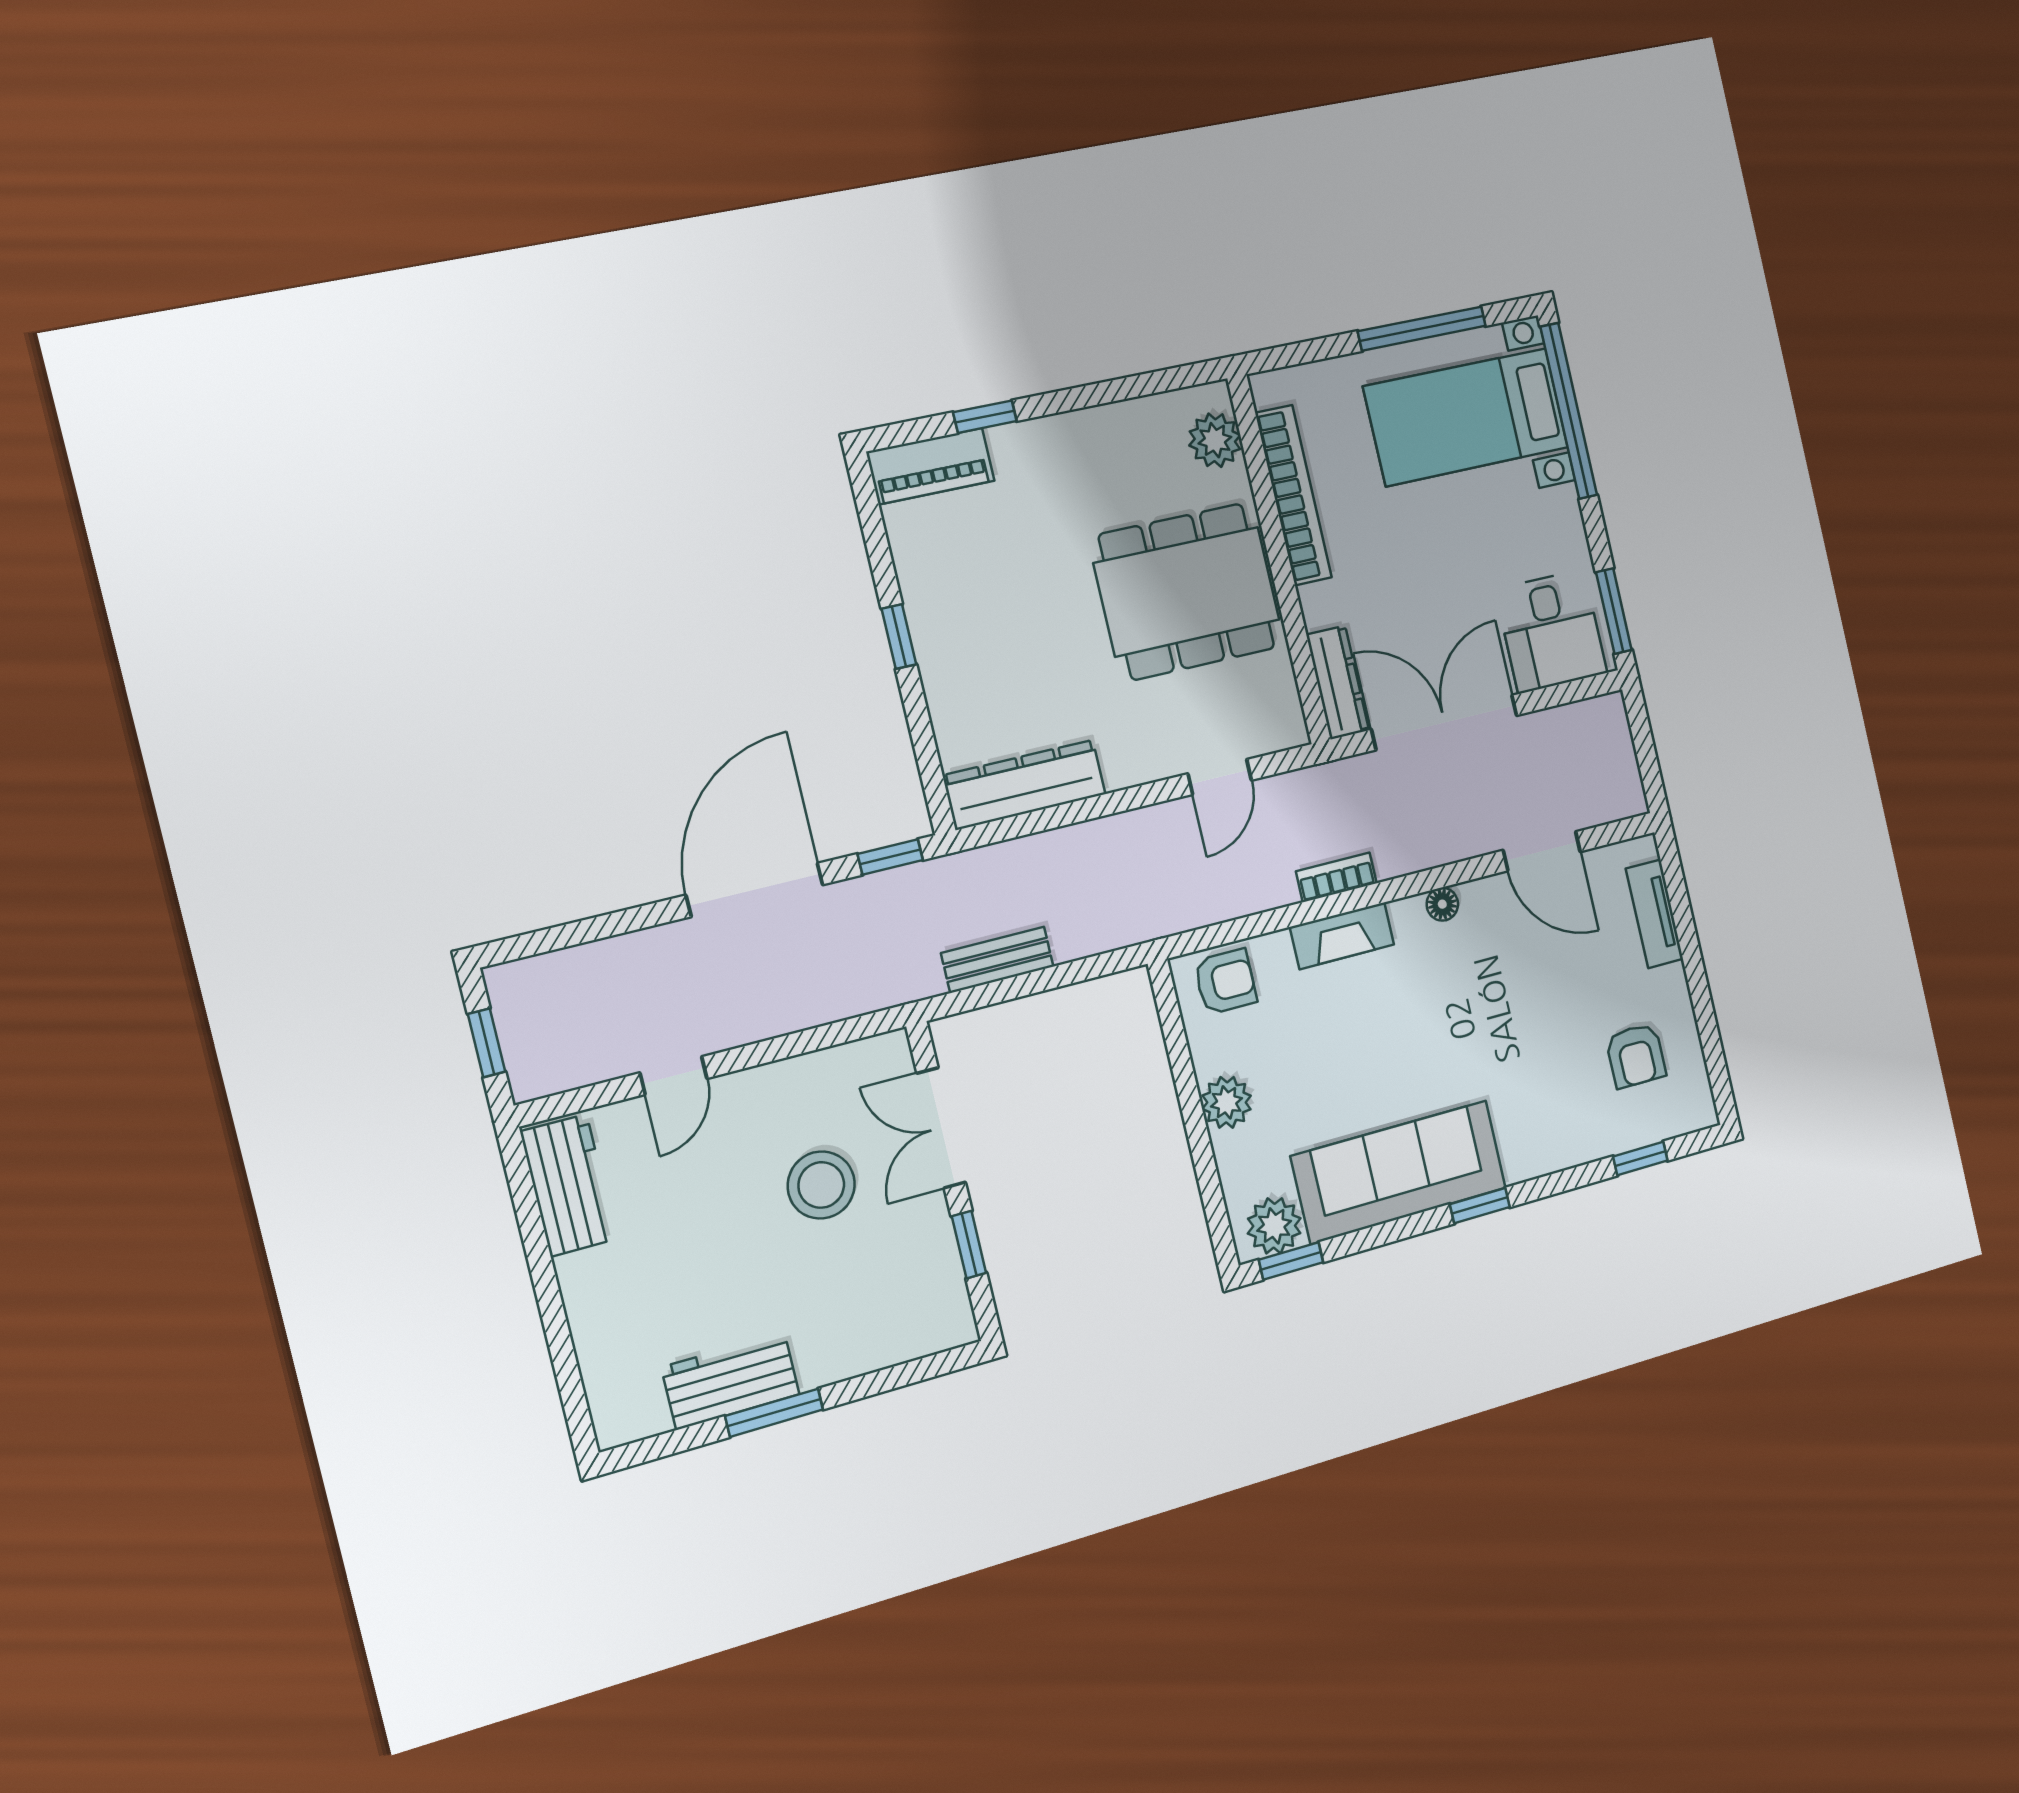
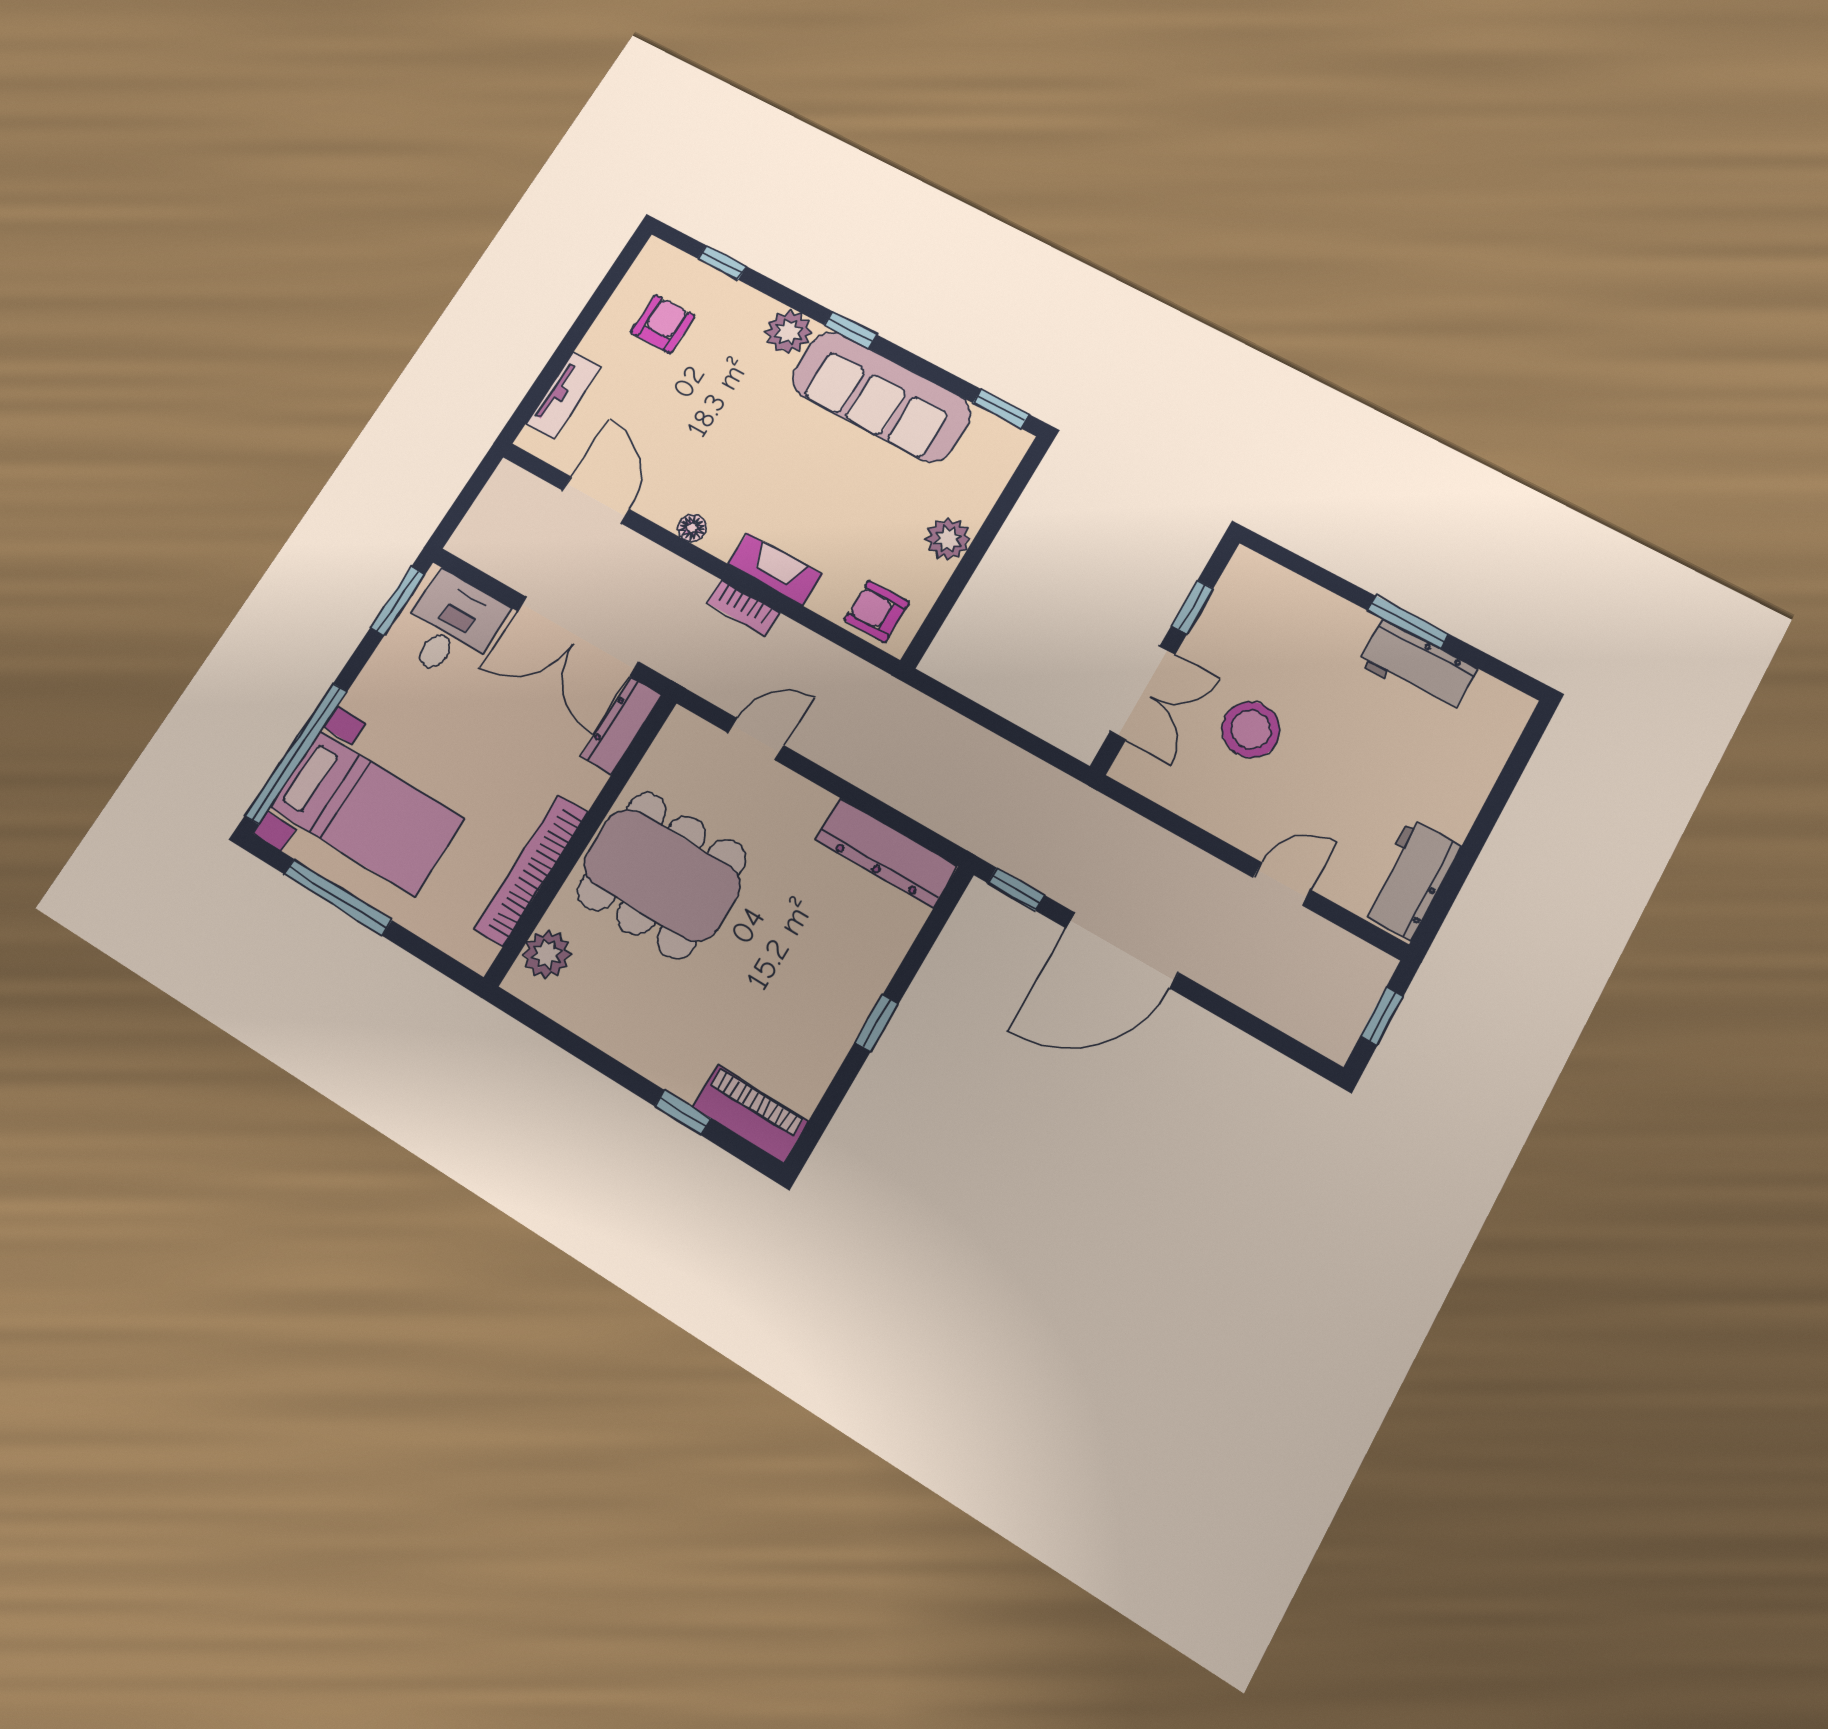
bench: (997, 960) -> (1009, 761), removed
plant: (1274, 1226) -> (789, 332), moved

